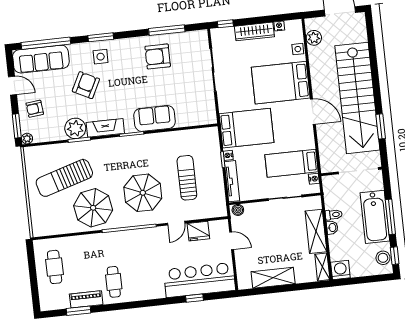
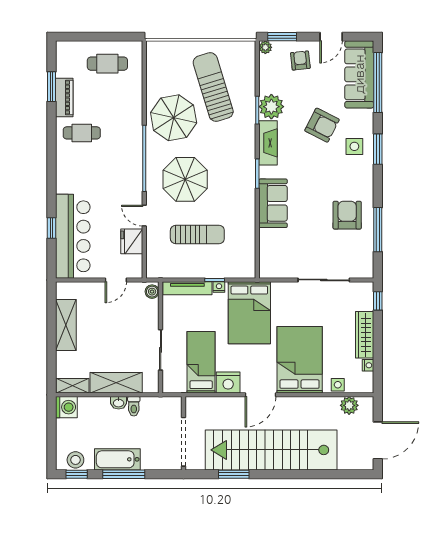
nightstand: (314, 179) -> (228, 382), moved, width x1.89, depth x1.79
bathtub: (375, 217) -> (117, 459), width x0.73, depth x0.73

